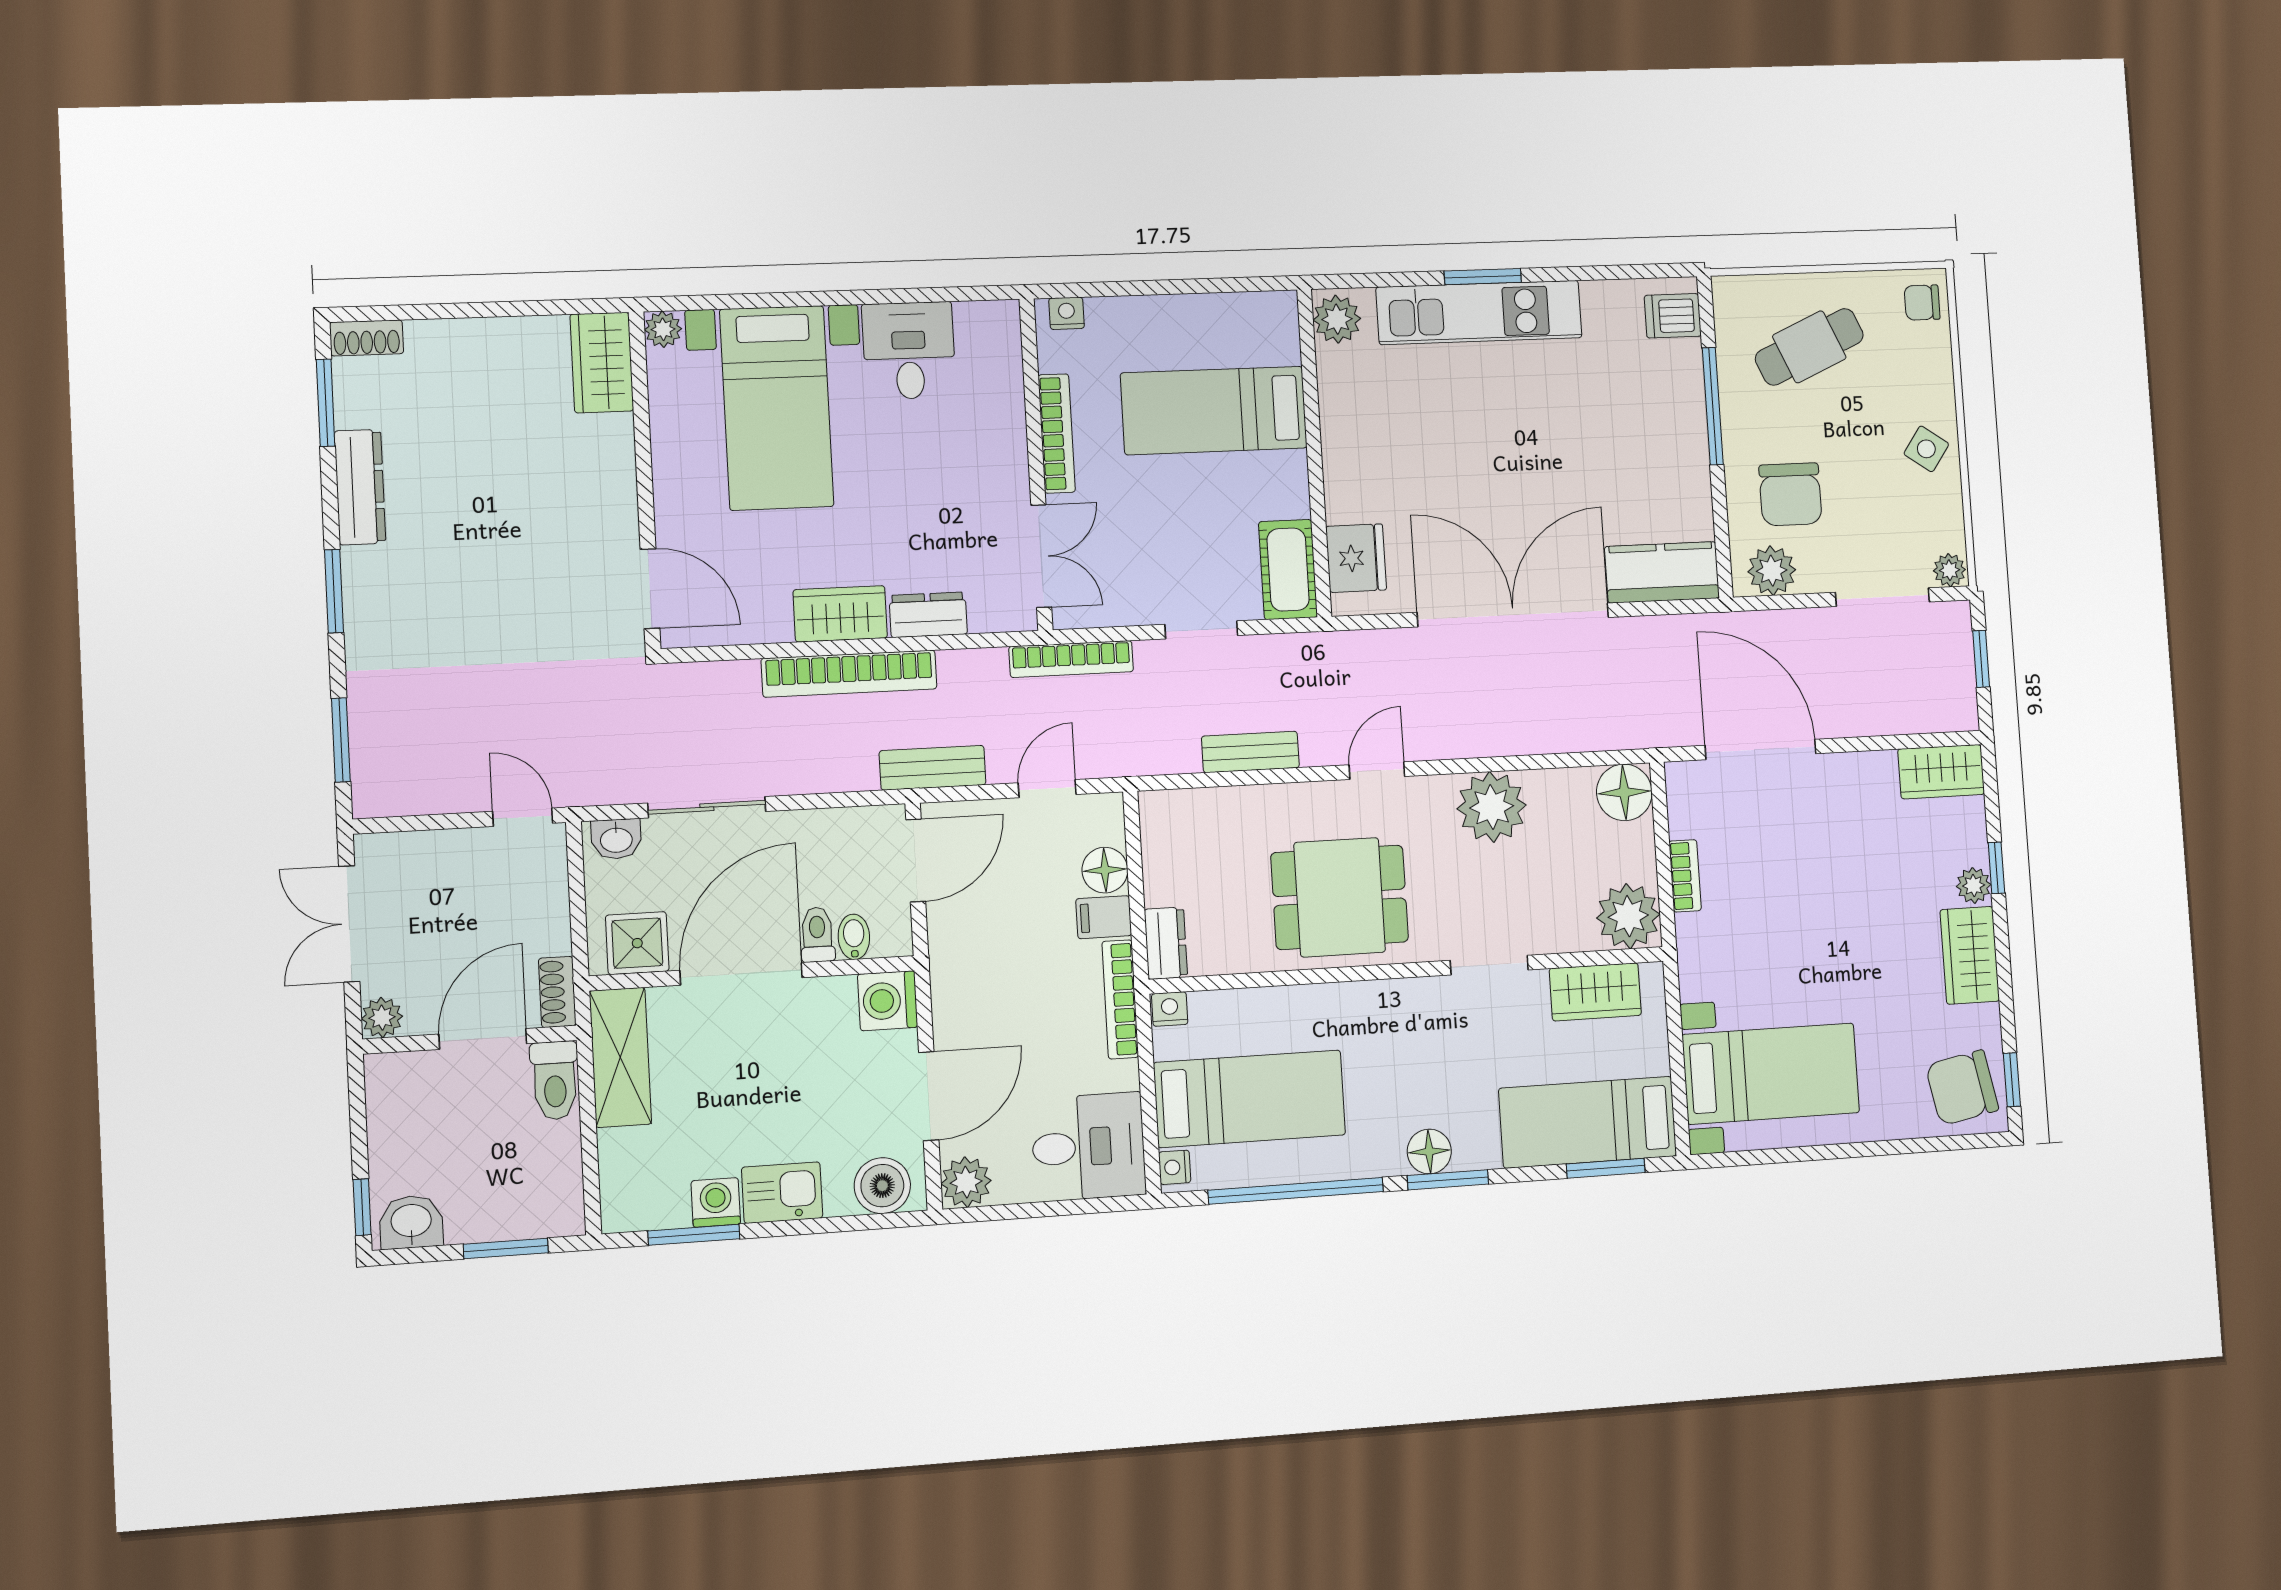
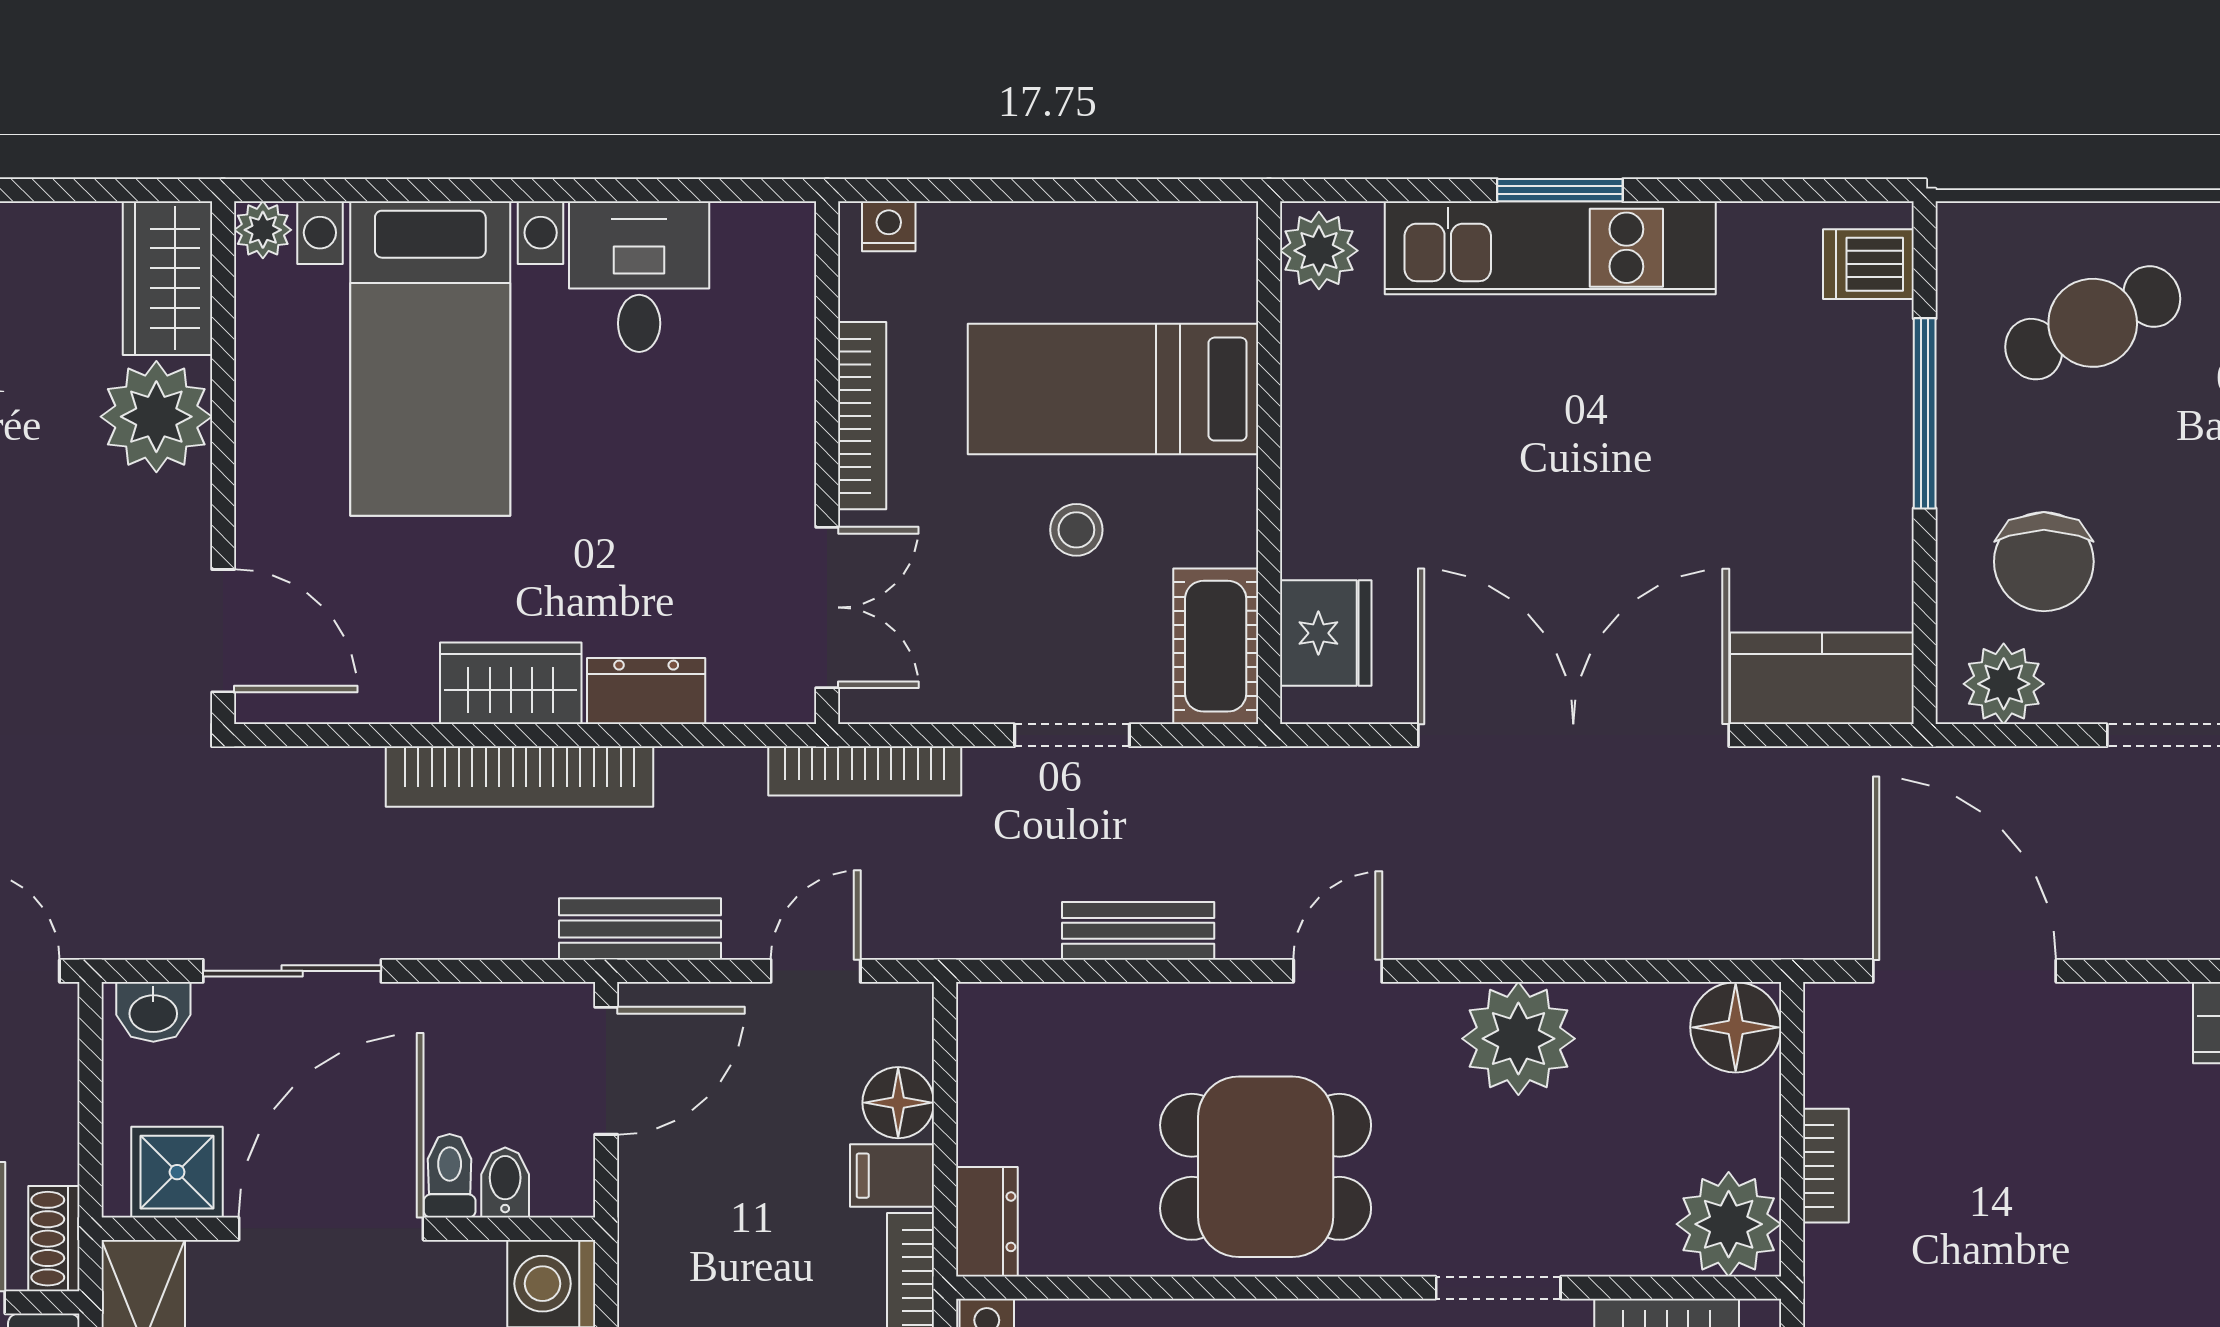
plant: (599, 452) -> (156, 417), added
stool: (1196, 500) -> (1076, 530), added

